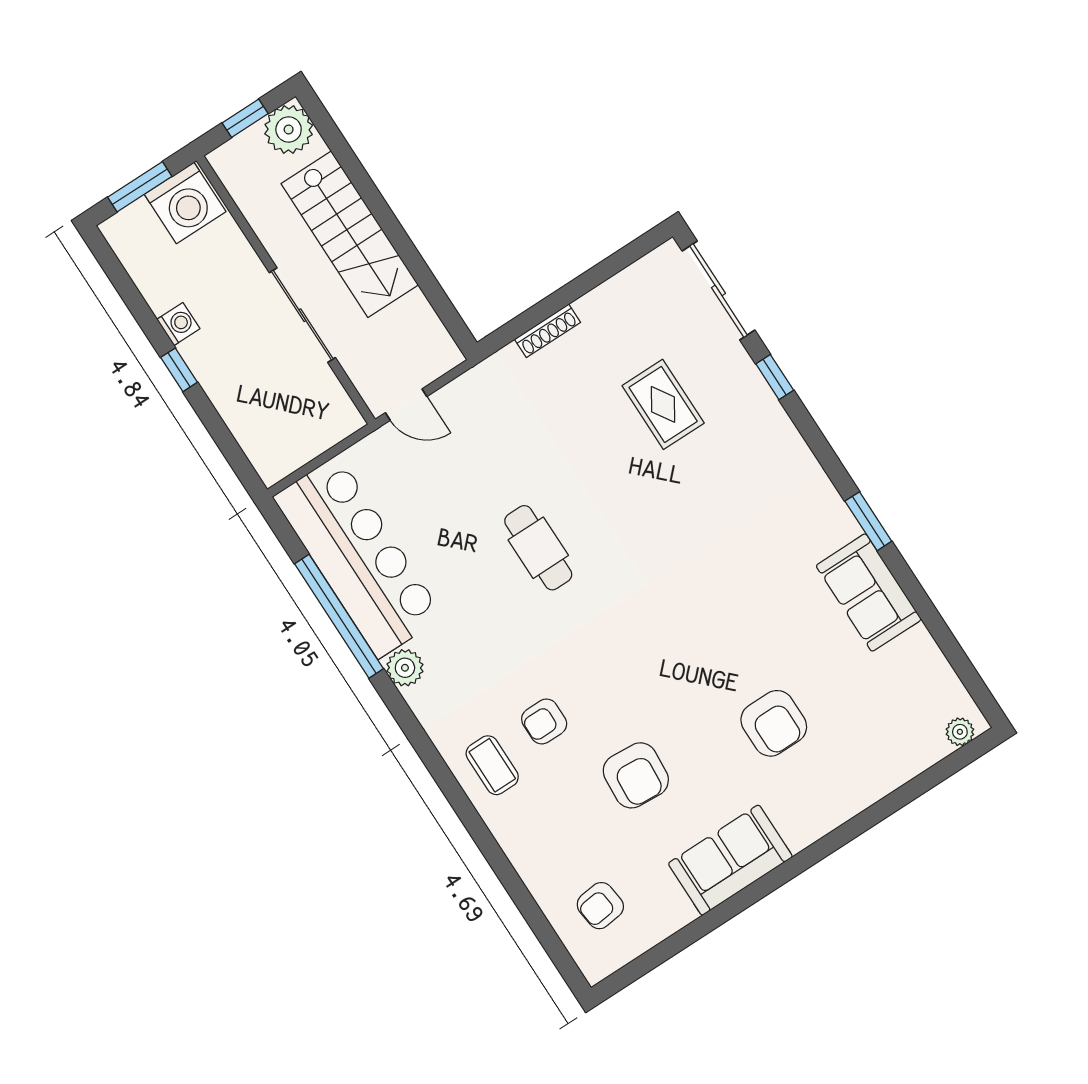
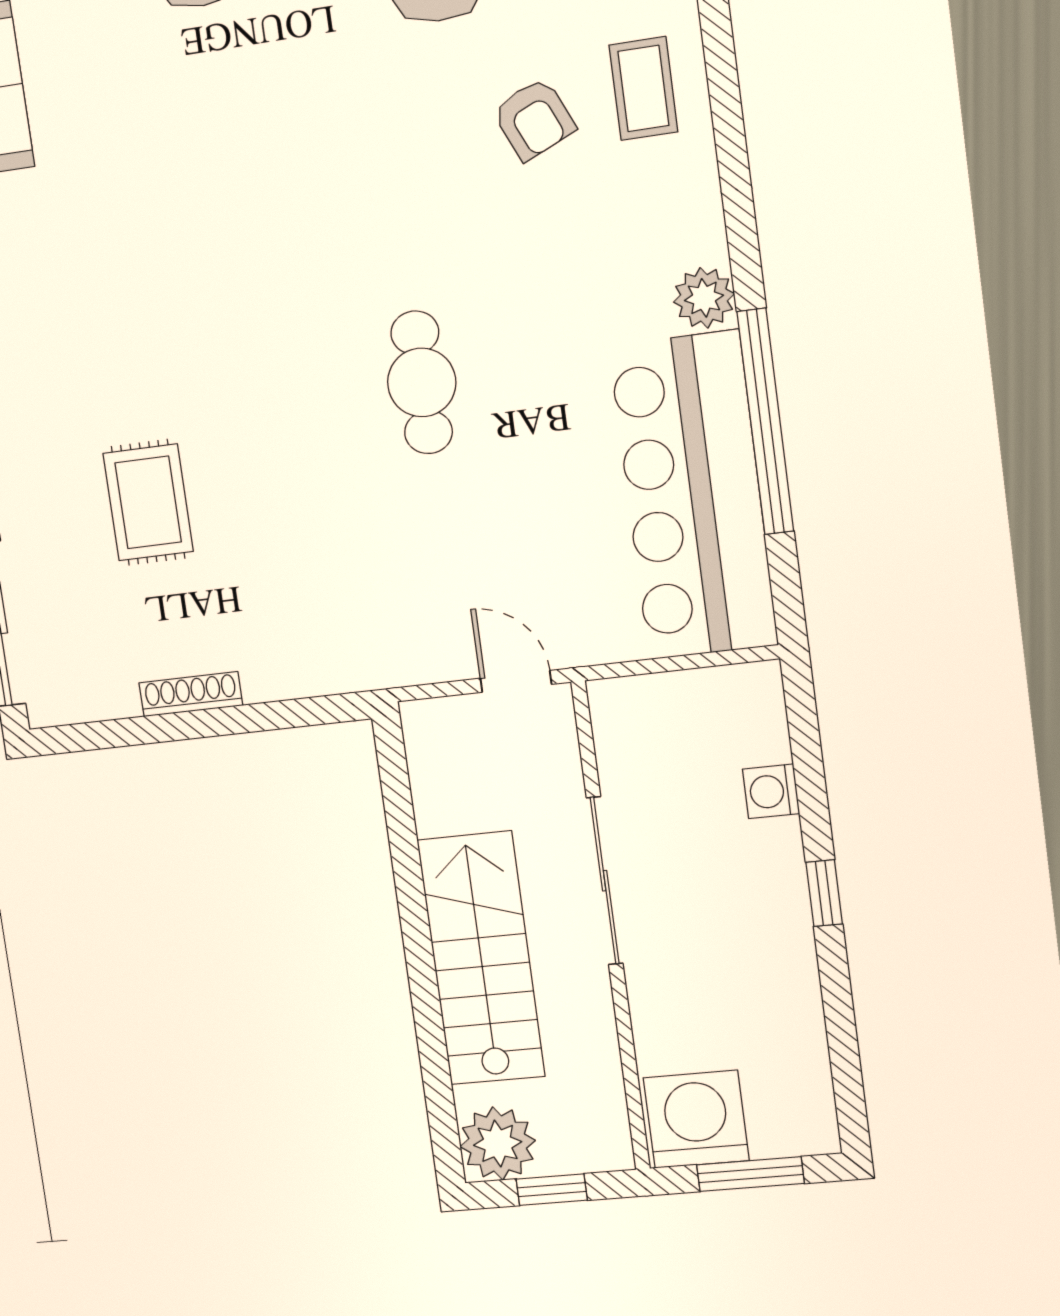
washing machine: (178, 324) -> (771, 791), moved
shoe rack: (548, 331) -> (191, 694), moved
armchair: (544, 721) -> (534, 119), turned 66

